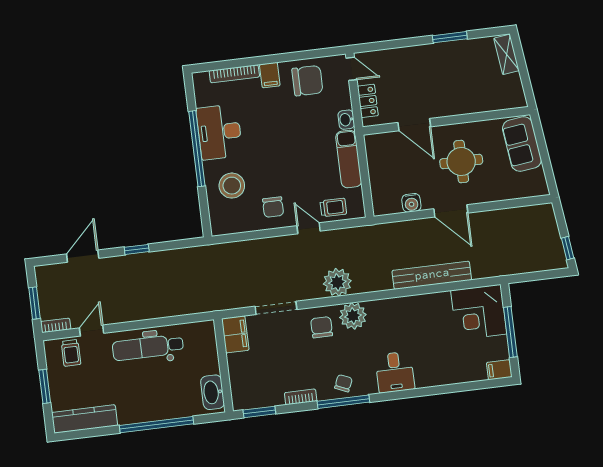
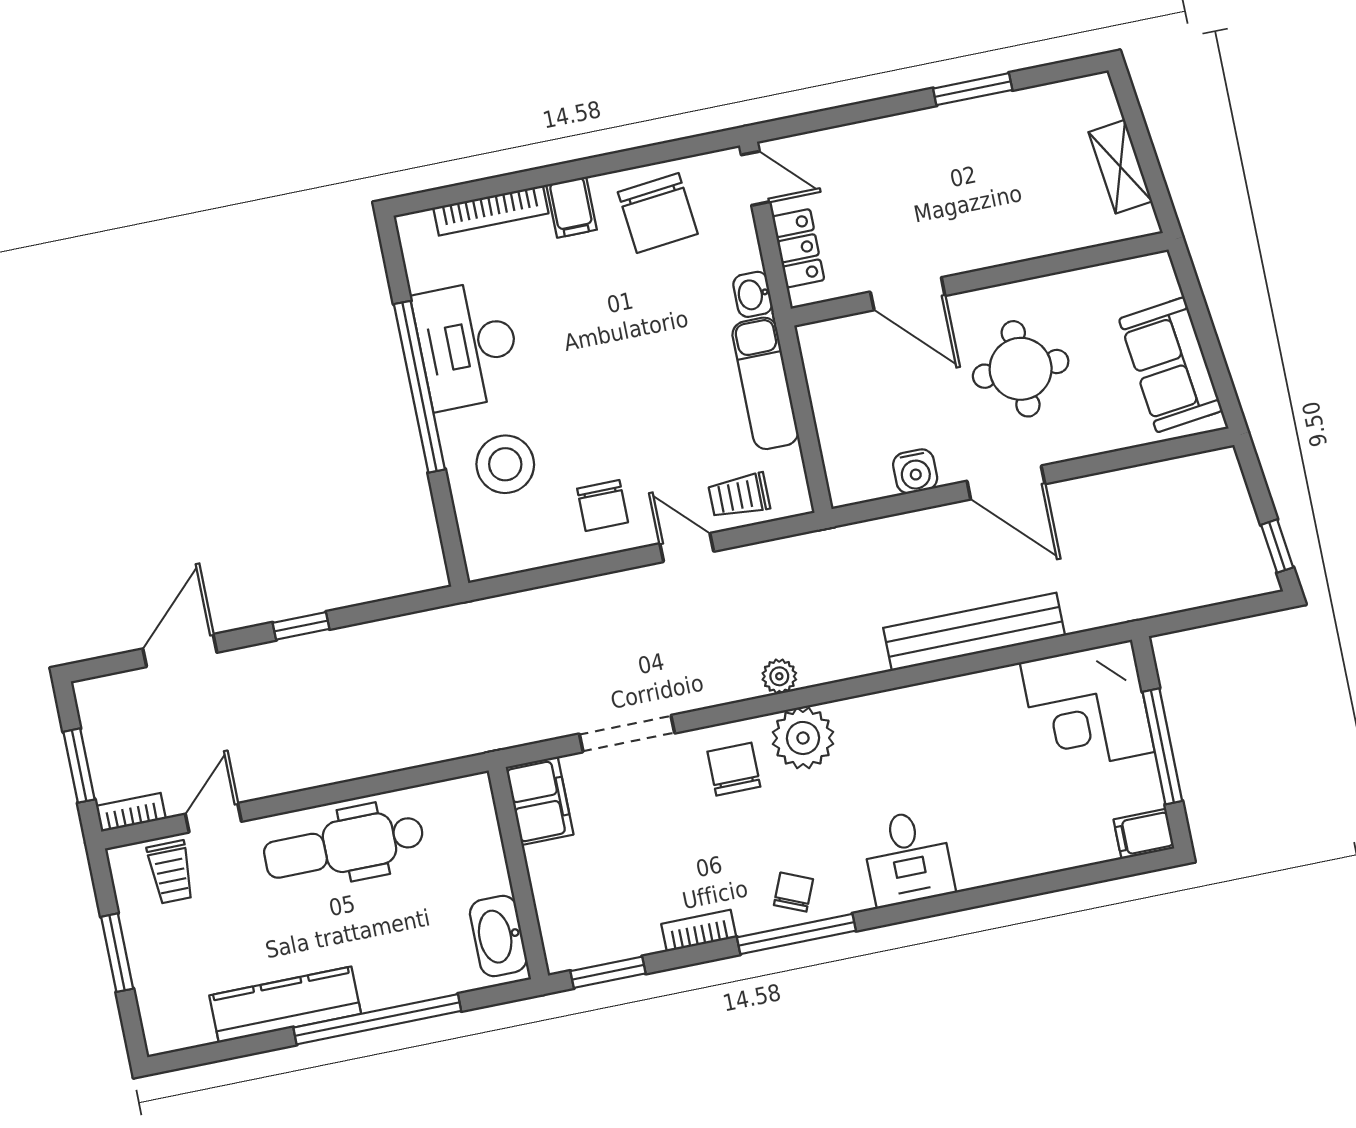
shelving: (506, 54) -> (1120, 167), moved
chair: (307, 81) -> (658, 213), turned 84
sofa: (522, 144) -> (1171, 365), moved
trolley: (333, 207) -> (739, 496), turned 180
plant: (337, 282) -> (779, 676), width x0.53, depth x0.53
kitchen counter: (85, 419) -> (285, 1005), moved

